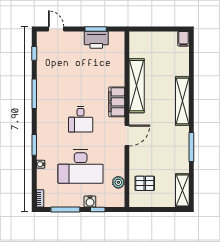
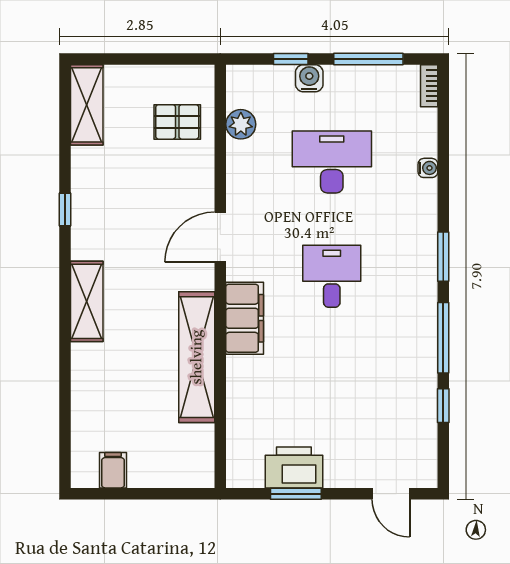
filing cabinet: (183, 39) -> (113, 470), moved
window: (34, 53) -> (443, 406), moved
shelving: (182, 101) -> (87, 301), width x0.68
window: (34, 145) -> (443, 257), moved
window: (191, 147) -> (65, 209), width x0.46
desk: (81, 167) -> (332, 162), width x0.73, depth x0.77

